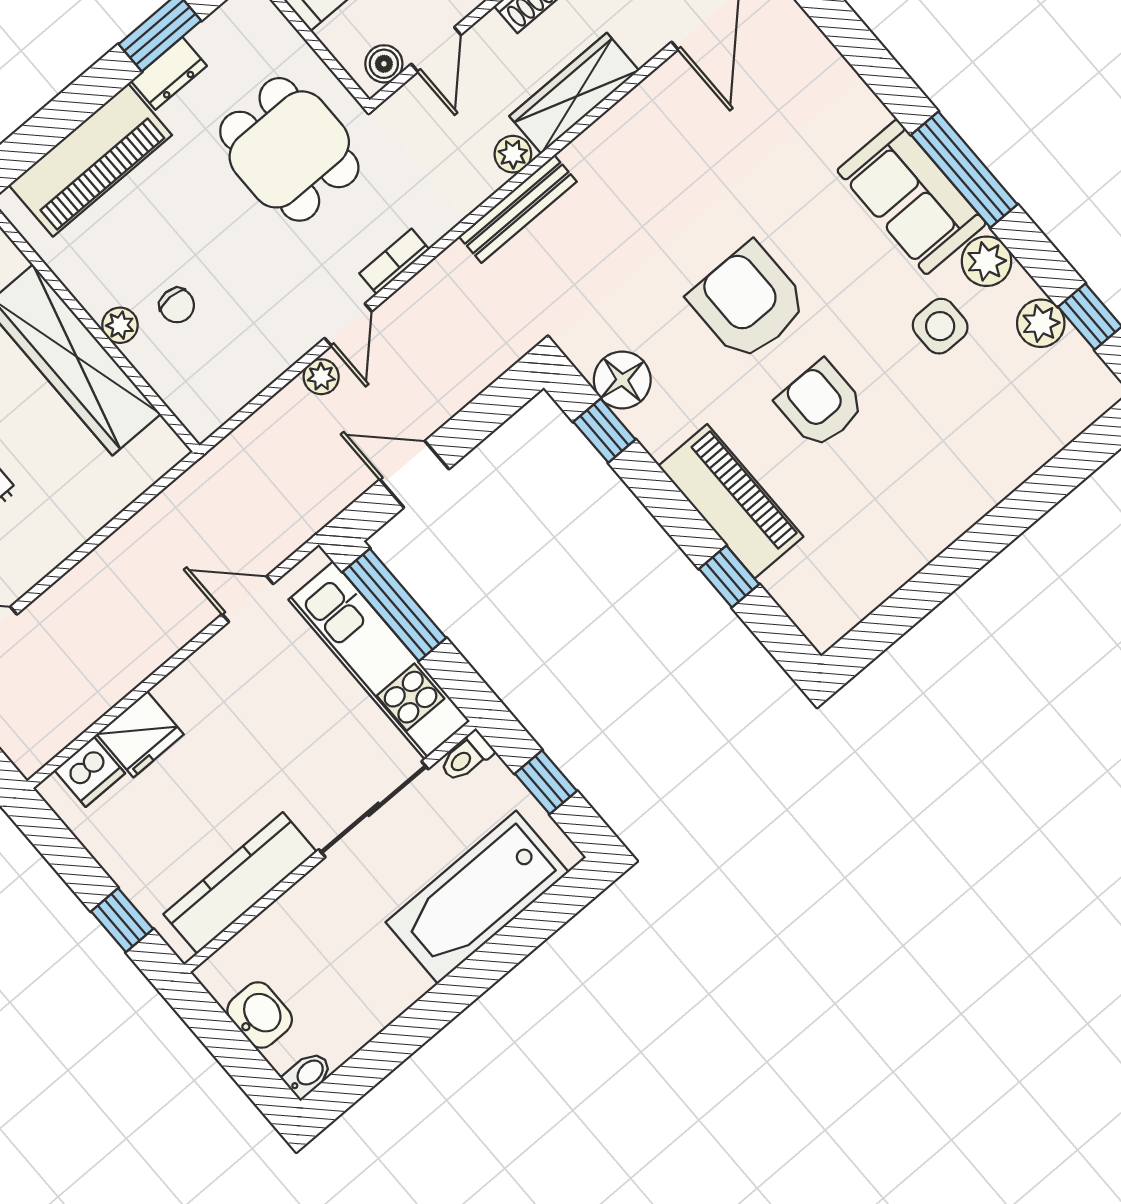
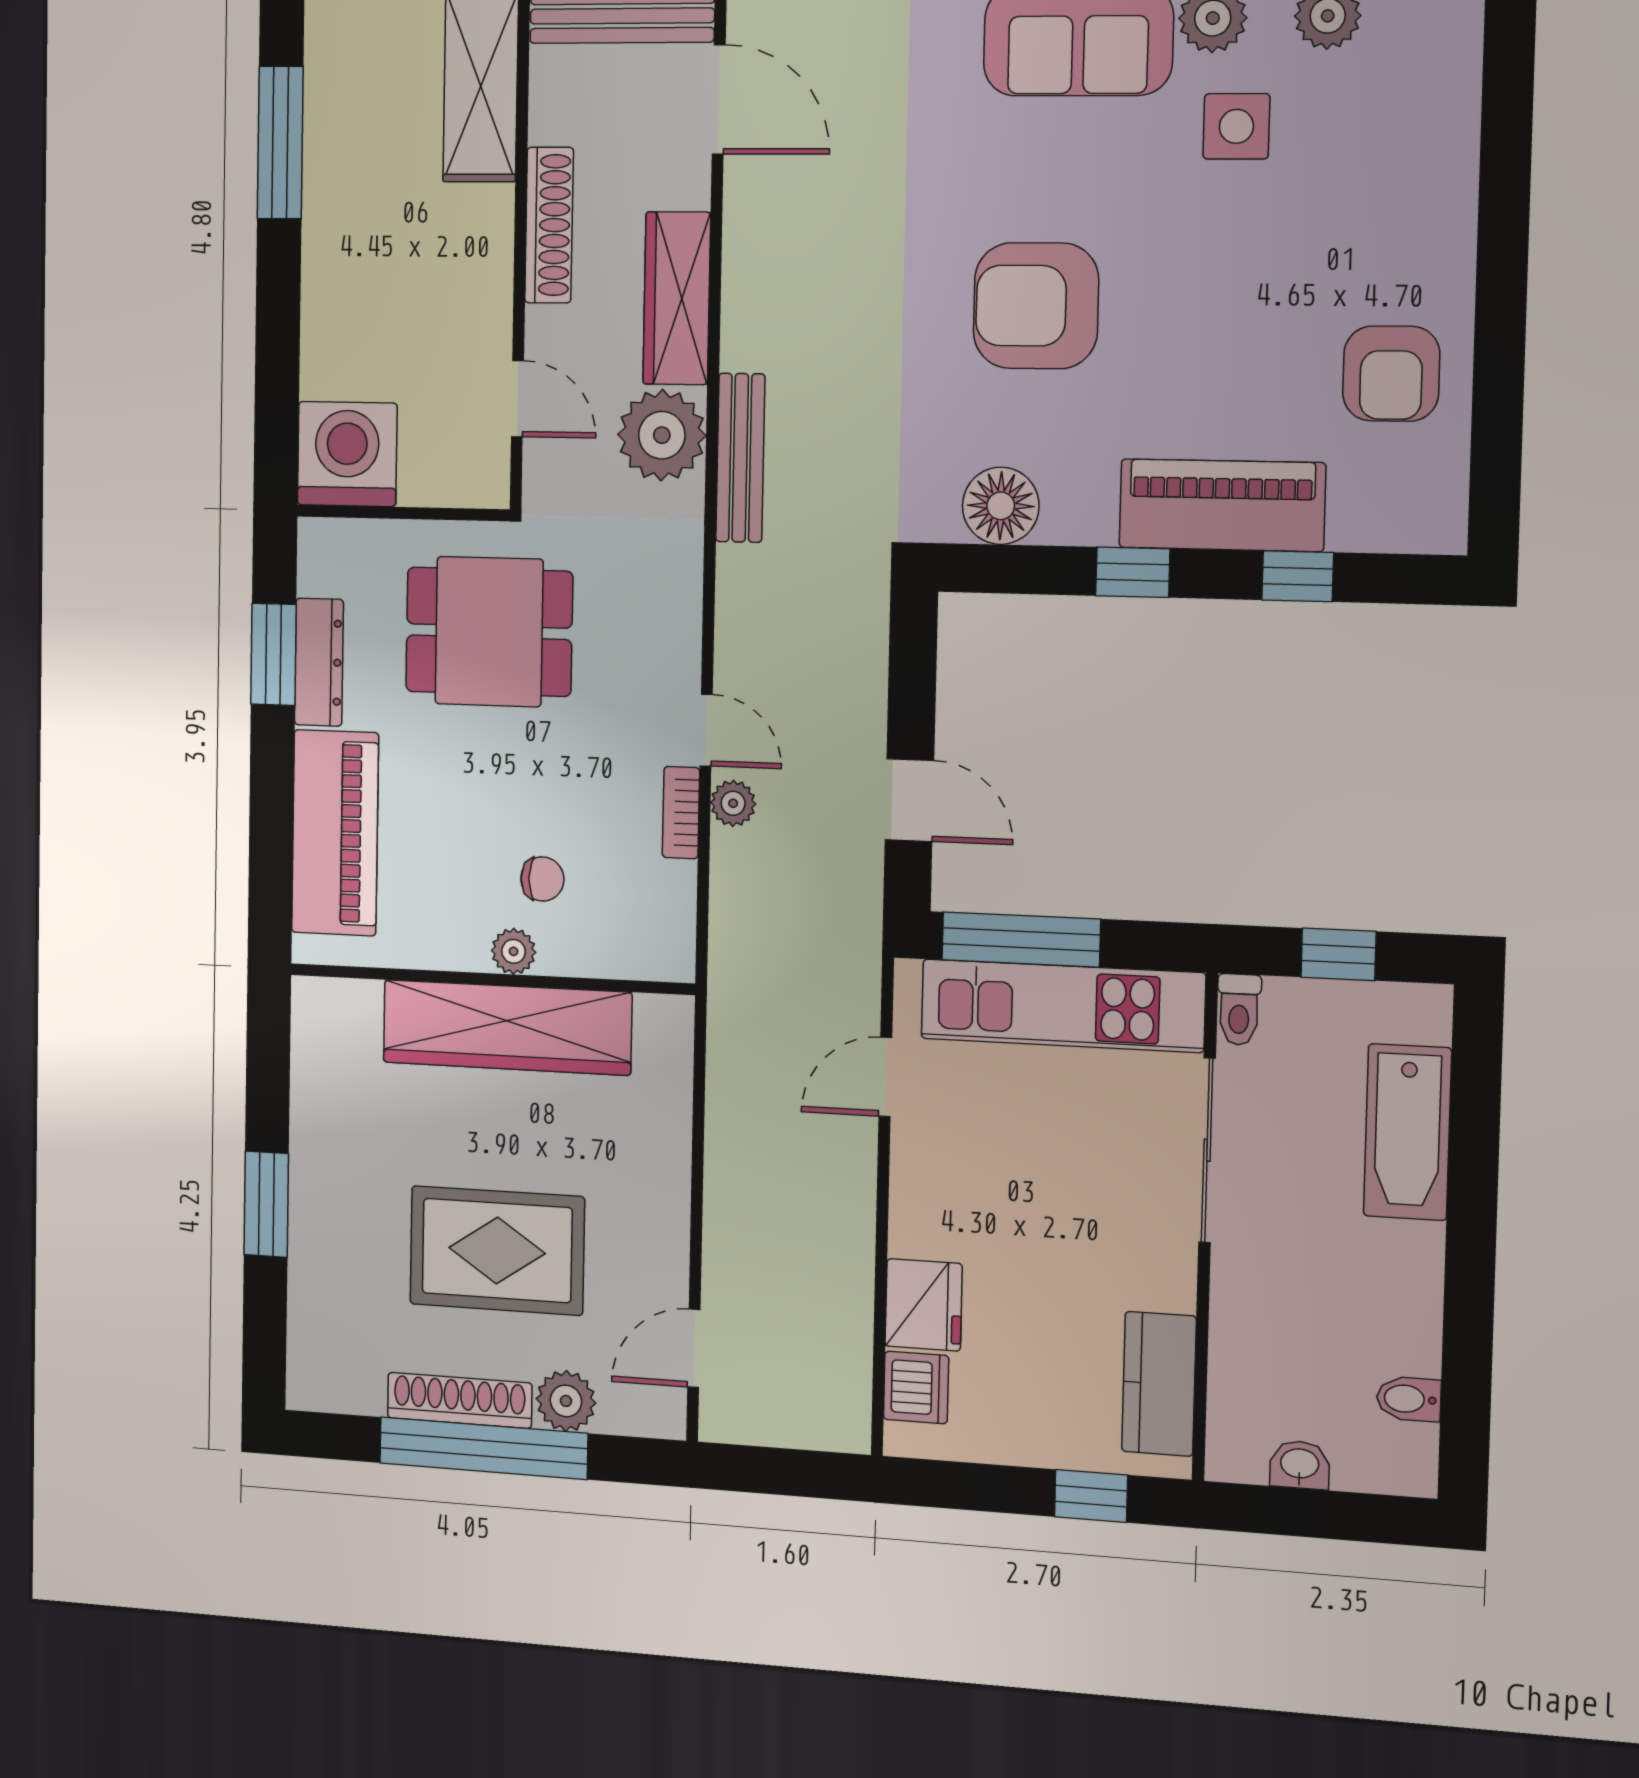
boiler: (384, 64) -> (487, 463), removed
dresser: (169, 73) -> (319, 662), width x1.44
plant: (513, 154) -> (662, 435), width x1.87, depth x1.87
bookcase: (394, 261) -> (681, 813), moved
armchair: (820, 404) -> (1391, 374), moved, turned -90
window: (604, 431) -> (1133, 572), moved
door: (414, 474) -> (909, 800), swing flipped
kitchen counter: (240, 883) -> (1159, 1384), width x0.67
bathtub: (477, 897) -> (1408, 1132), width x0.73, depth x0.73
washbasin: (260, 1015) -> (1300, 1465), width x0.72, depth x0.69
bidet: (308, 1075) -> (1409, 1399), moved, turned -90

